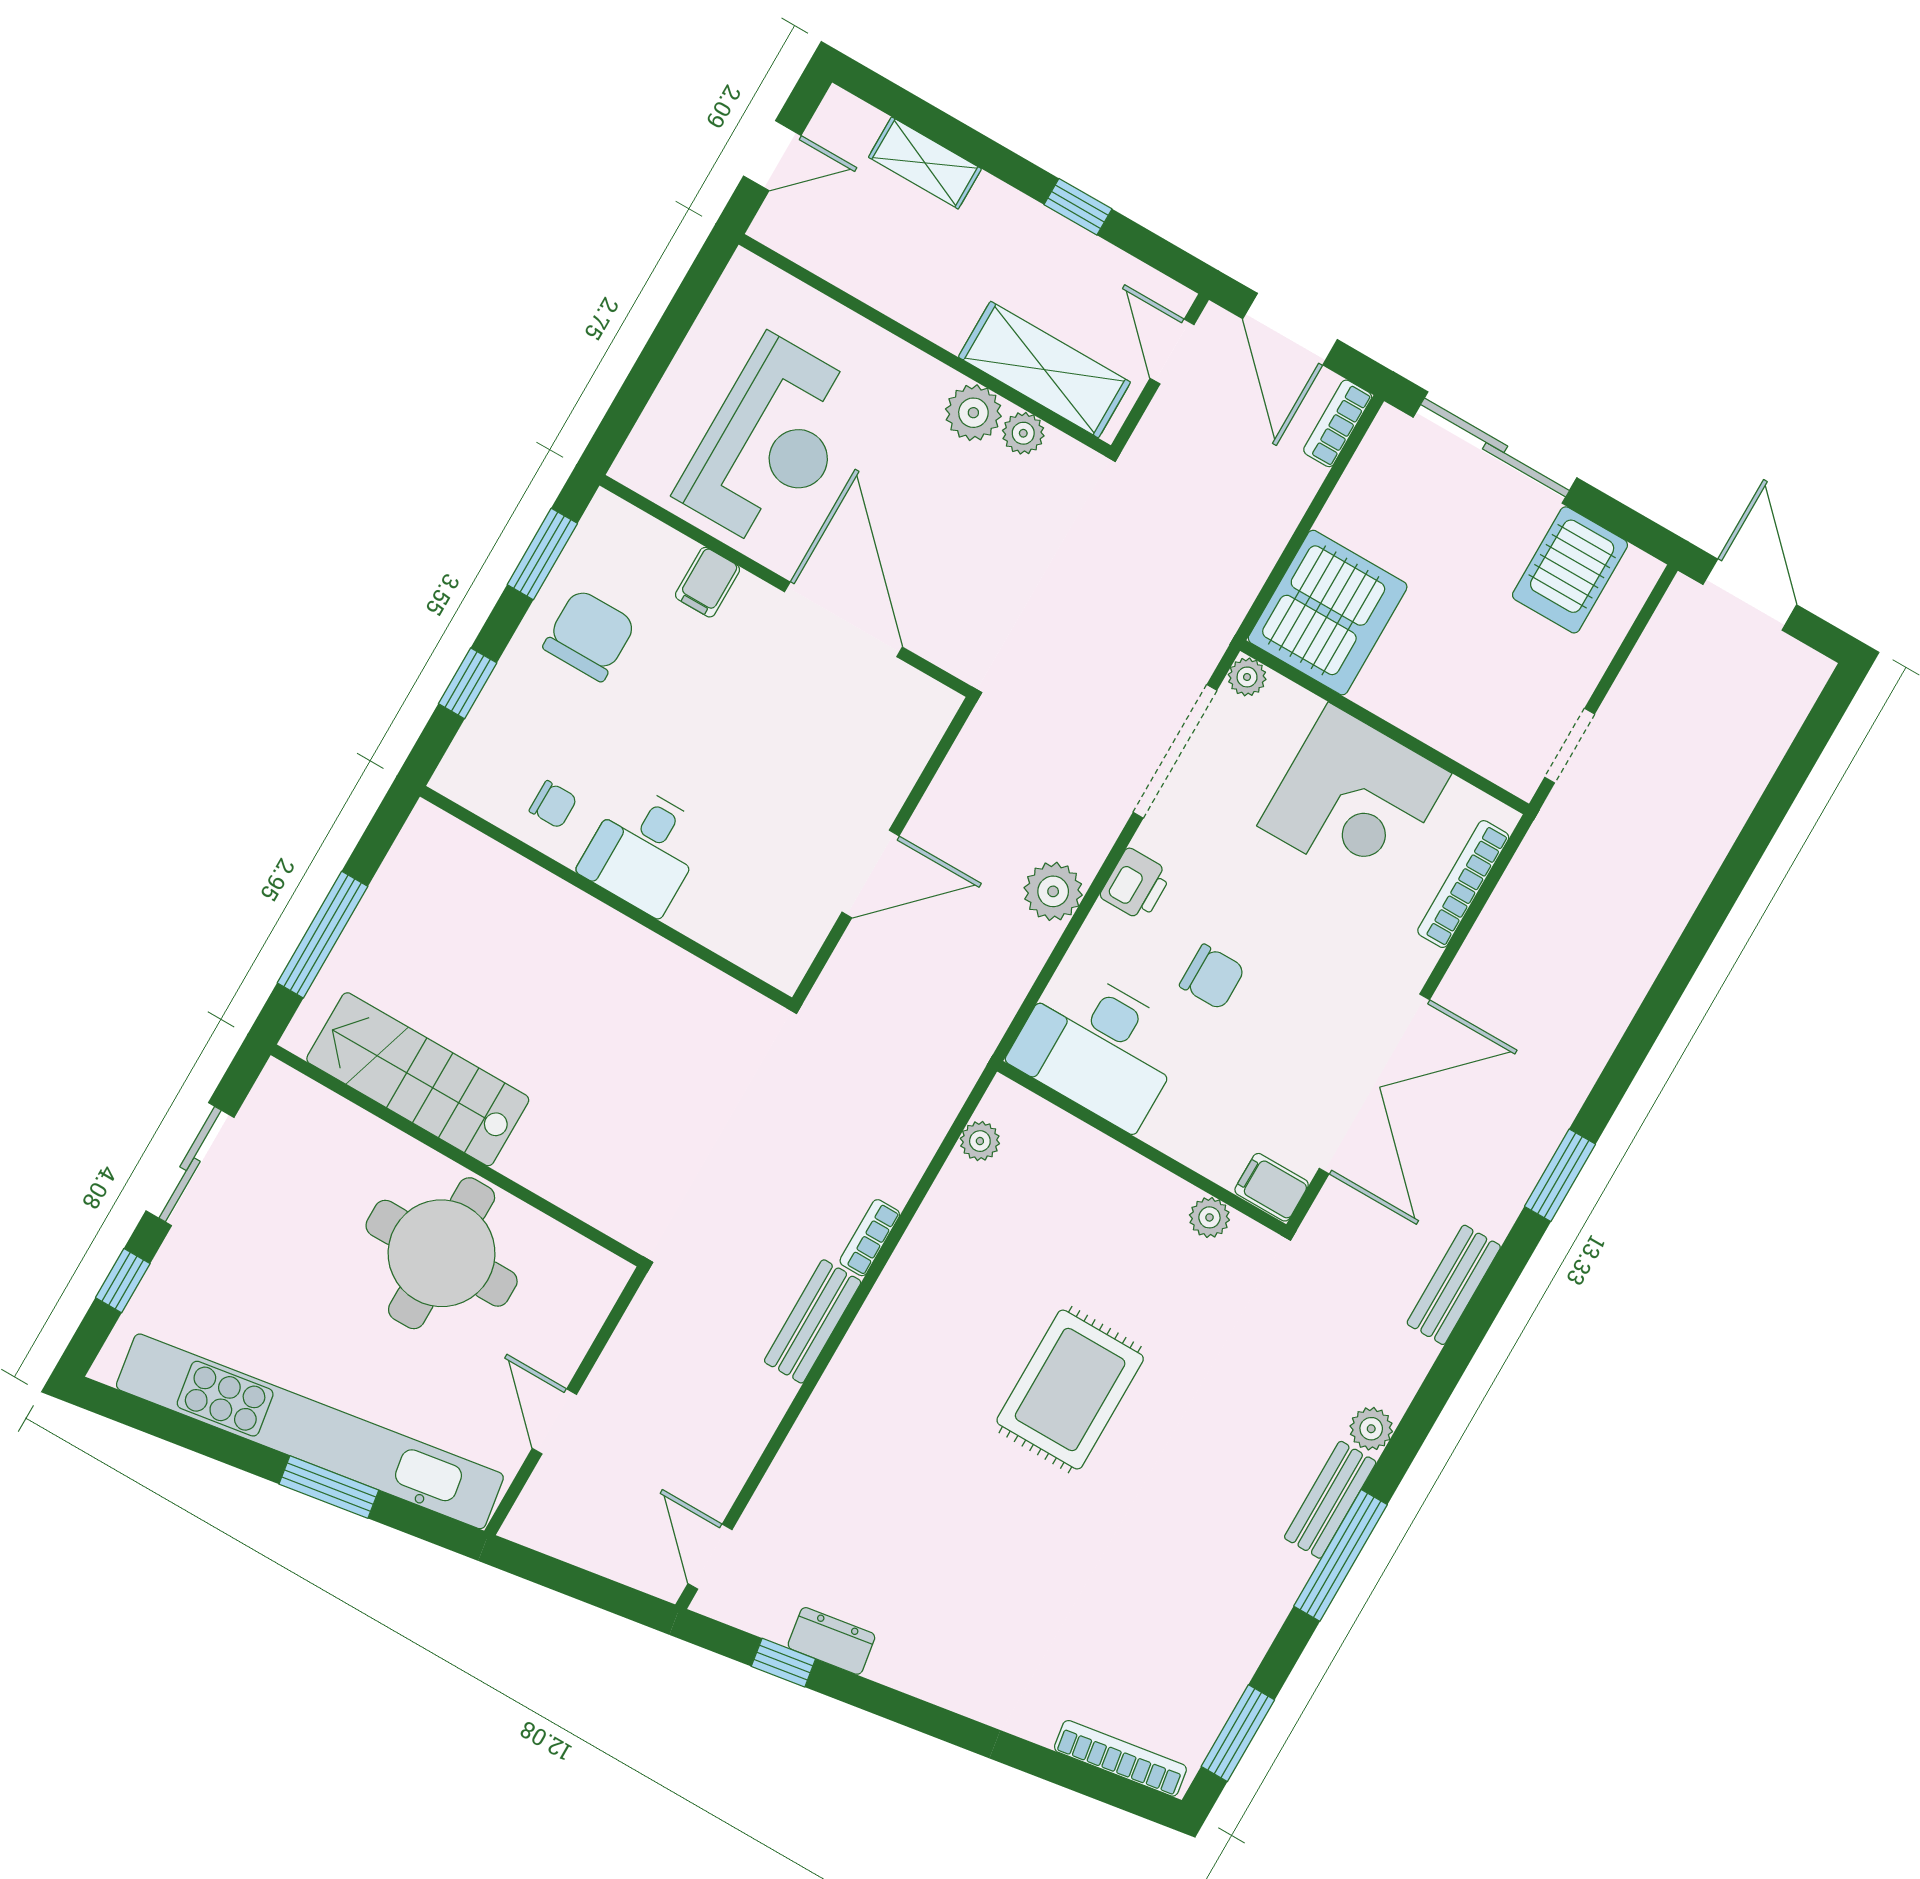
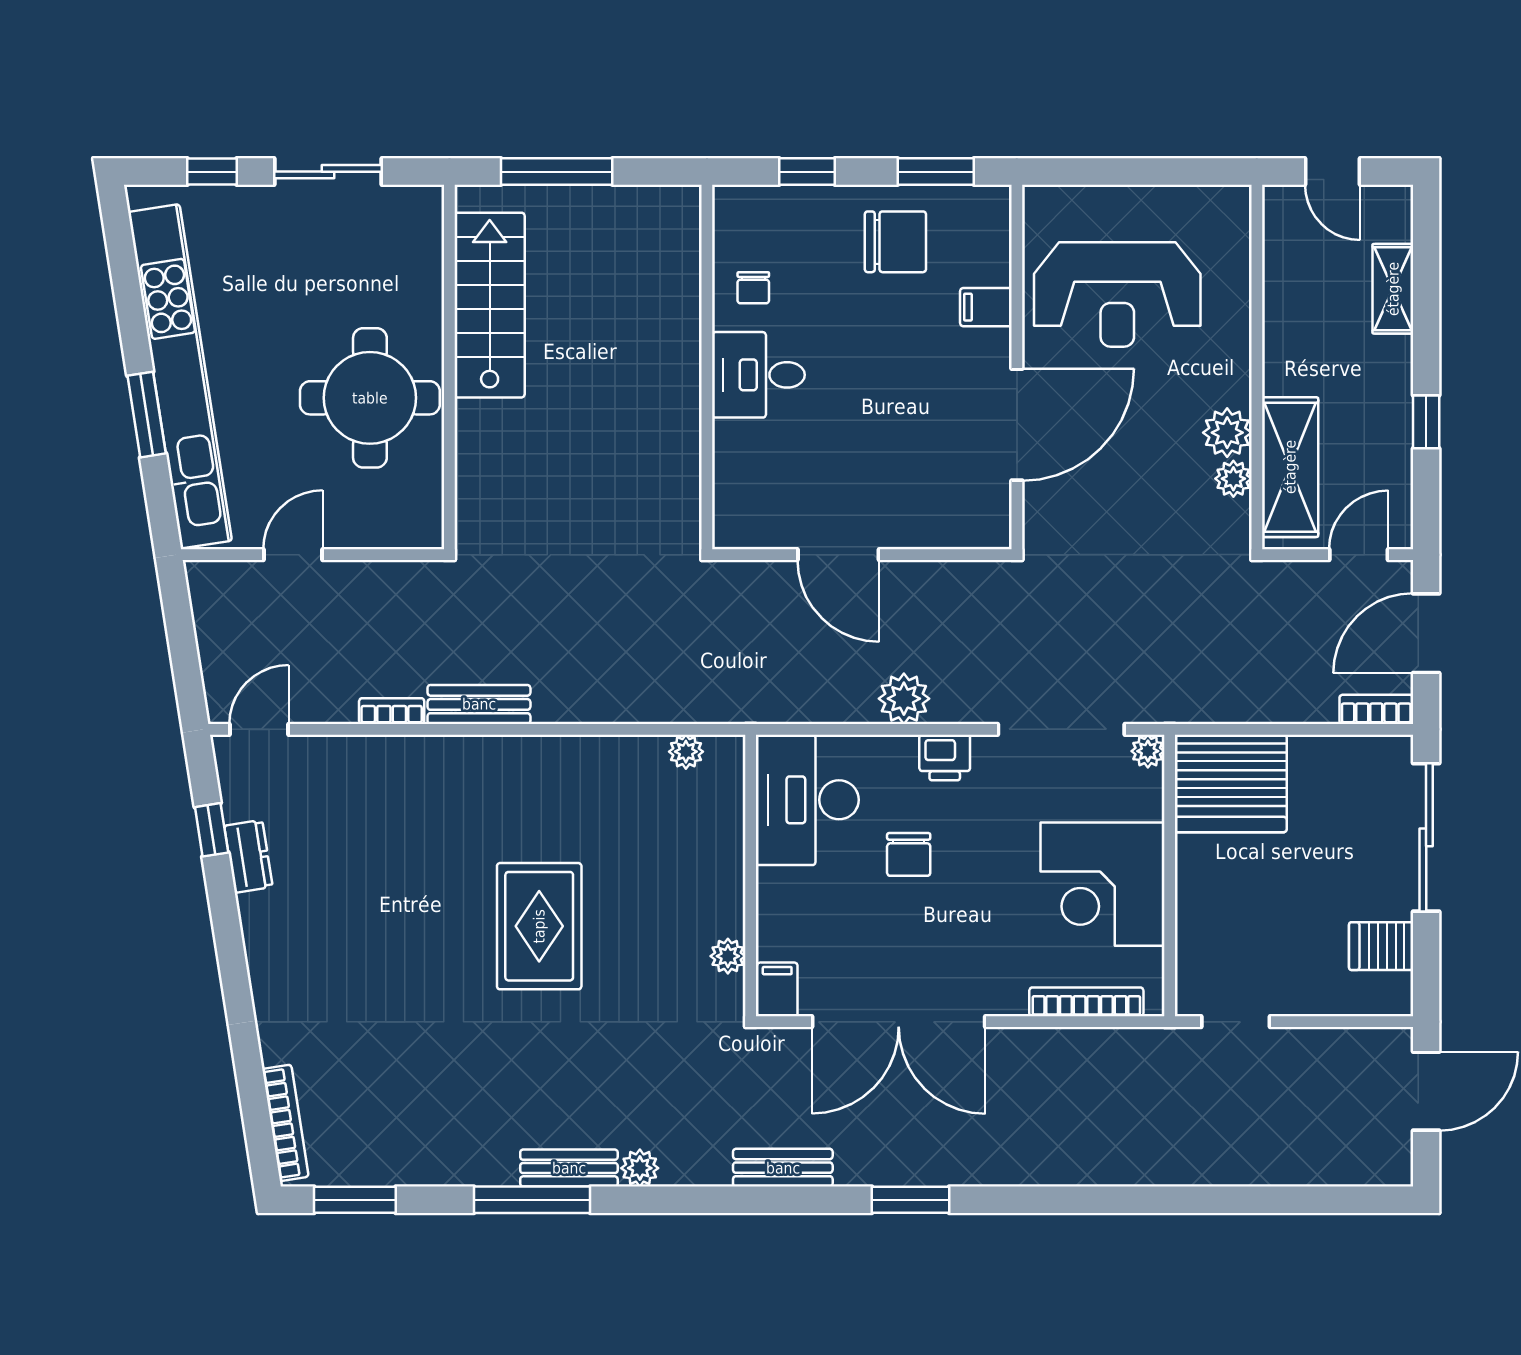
server rack: (1570, 570) -> (1381, 946), width x0.73, depth x0.70
bookcase: (870, 1238) -> (392, 711), moved
rug: (1070, 1390) -> (539, 926), turned 90

